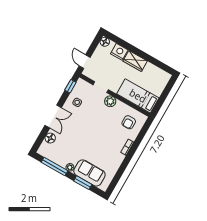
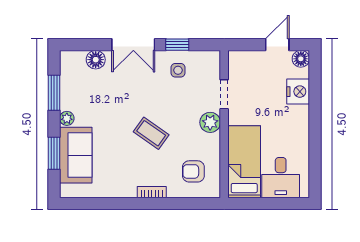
wardrobe: (135, 61) -> (298, 125), removed
door: (85, 62) -> (277, 45), moved
desk: (155, 83) -> (281, 178), added
window: (70, 86) -> (177, 45), moved
coffee table: (99, 132) -> (151, 133), added
window: (54, 166) -> (54, 93), width x0.69

